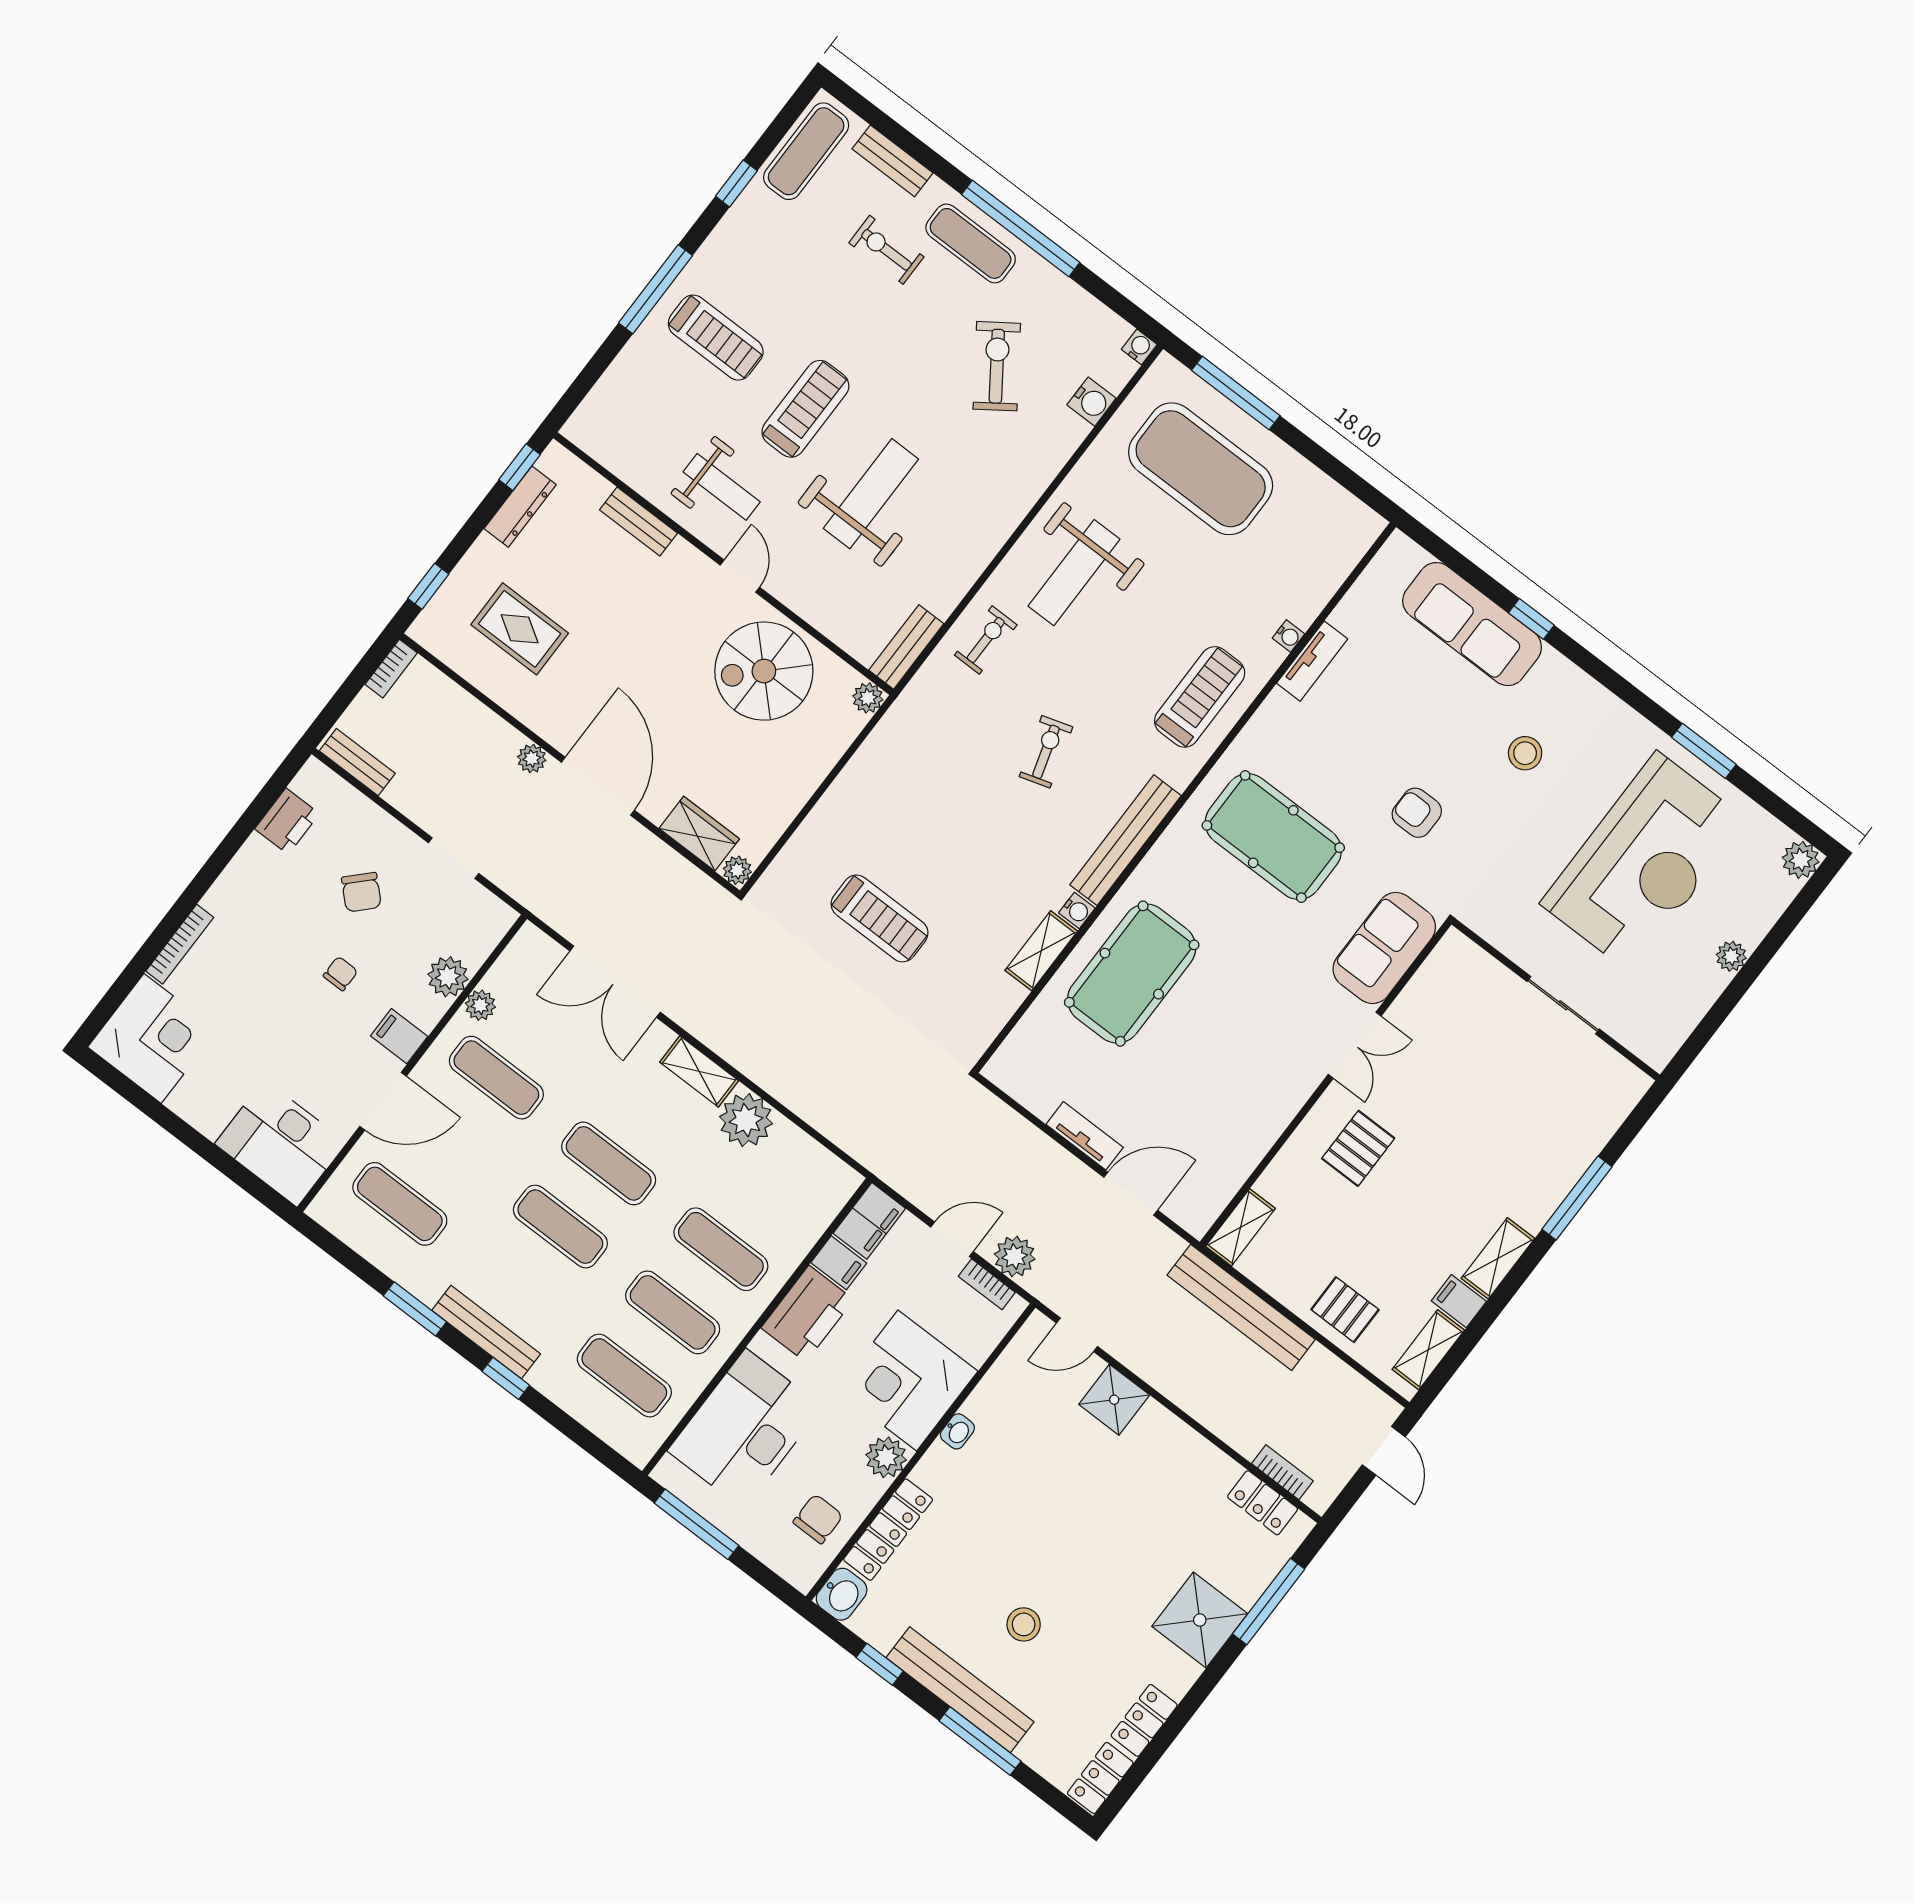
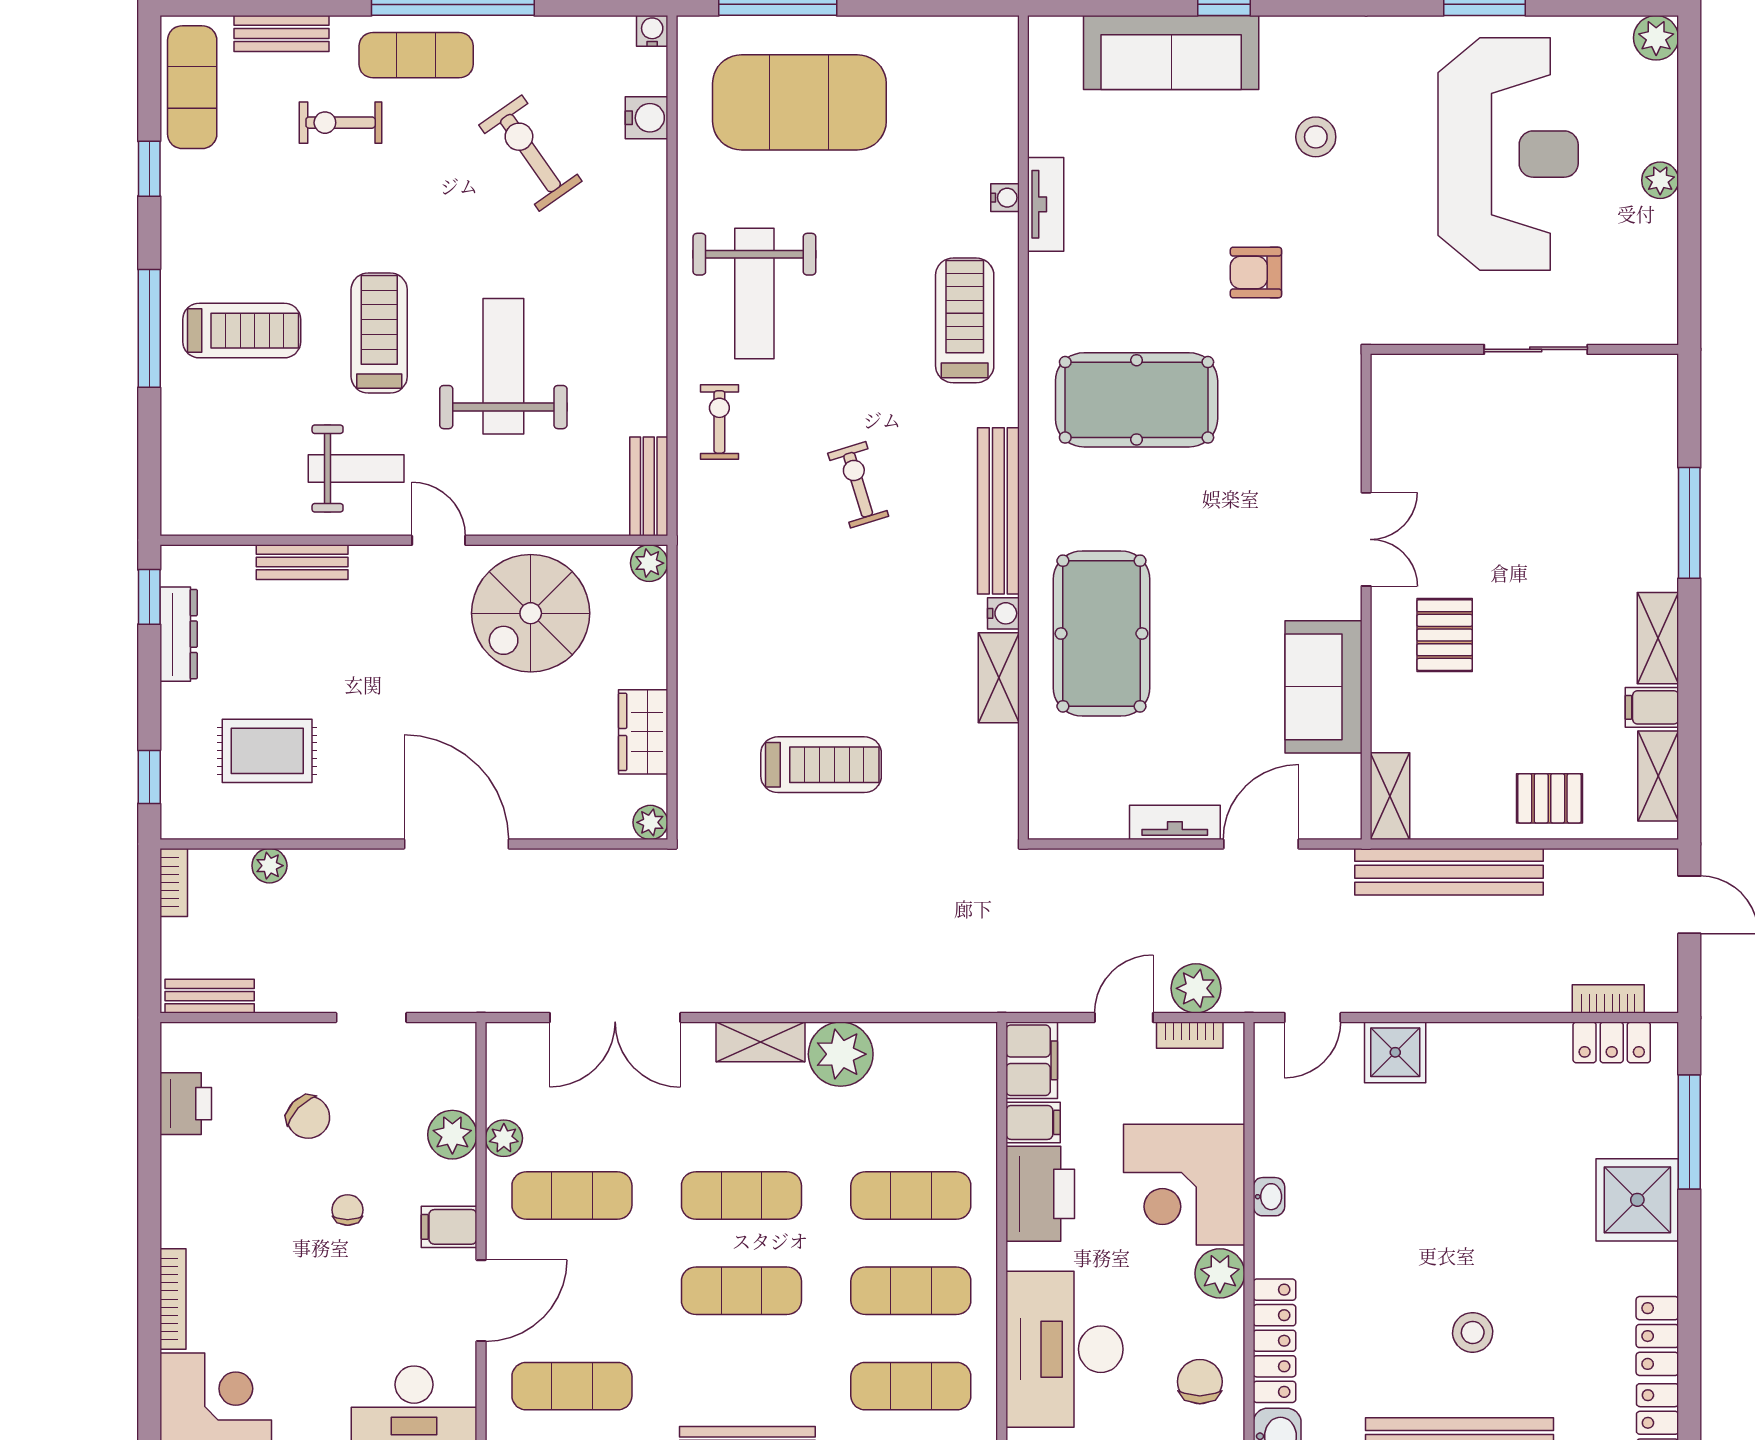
plant: (532, 759) -> (269, 866), moved
wardrobe: (699, 834) -> (643, 732), moved, turned -90
sofa: (1384, 948) -> (1324, 687), moved

